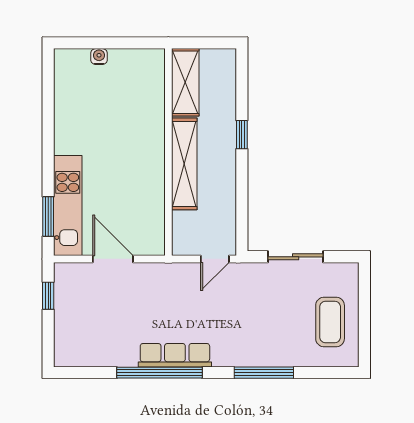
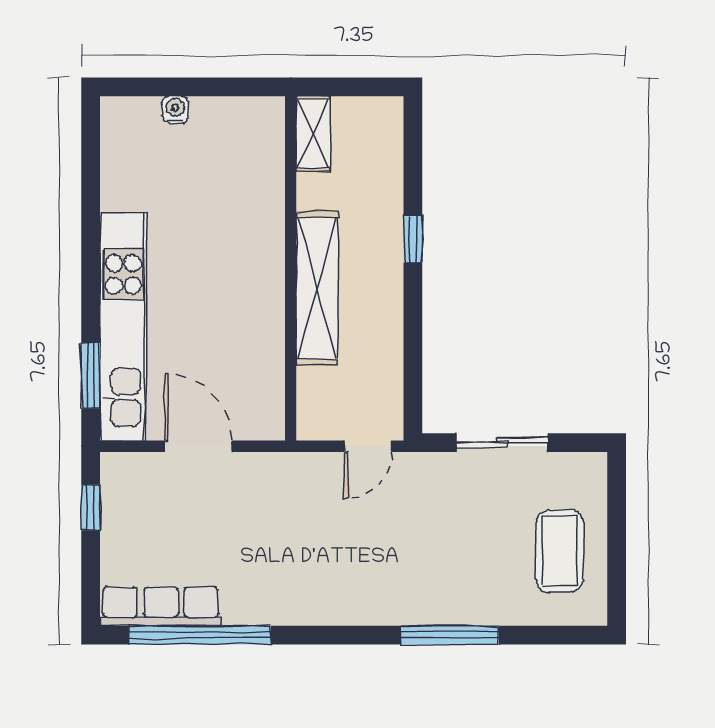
shelving: (185, 82) -> (313, 134), width x0.67, depth x0.75
kitchen unit: (68, 205) -> (123, 327), width x1.36
row of seats: (175, 355) -> (161, 606), moved
window: (159, 373) -> (200, 635), moved

